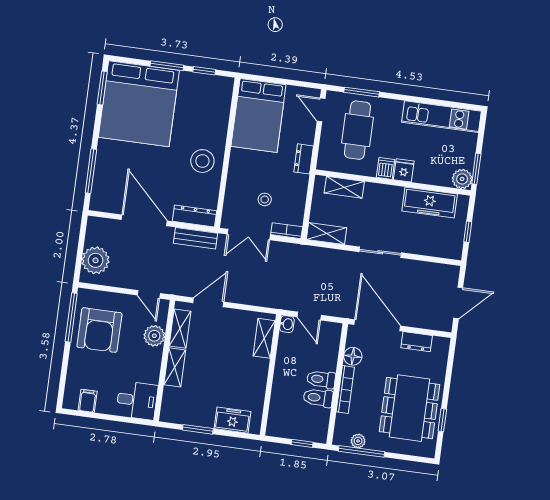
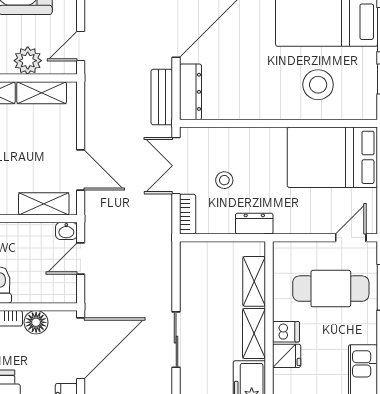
dresser: (304, 159) -> (254, 224), moved
stool: (202, 161) -> (318, 85), moved
shelving: (326, 234) -> (254, 333), moved
door: (208, 302) -> (81, 170), moved

